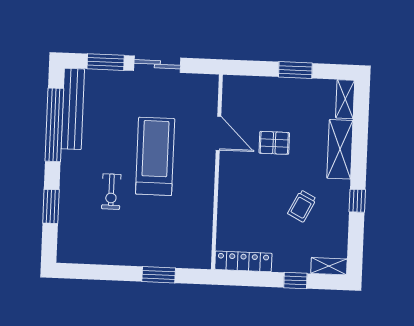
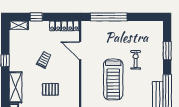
door: (219, 133) -> (80, 51), moved
trolley: (302, 206) -> (44, 60), moved
window: (159, 275) -> (109, 17), width x2.11

